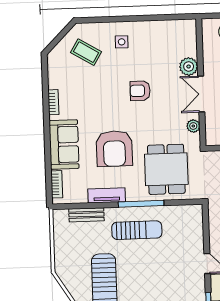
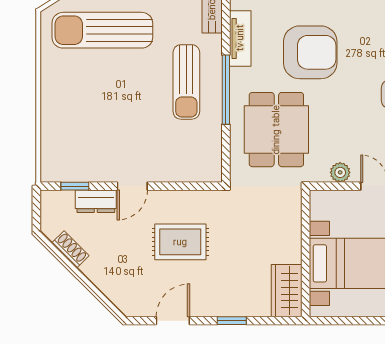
armchair: (114, 149) -> (310, 52), turned 180
dining table: (166, 169) -> (276, 130), turned 90

